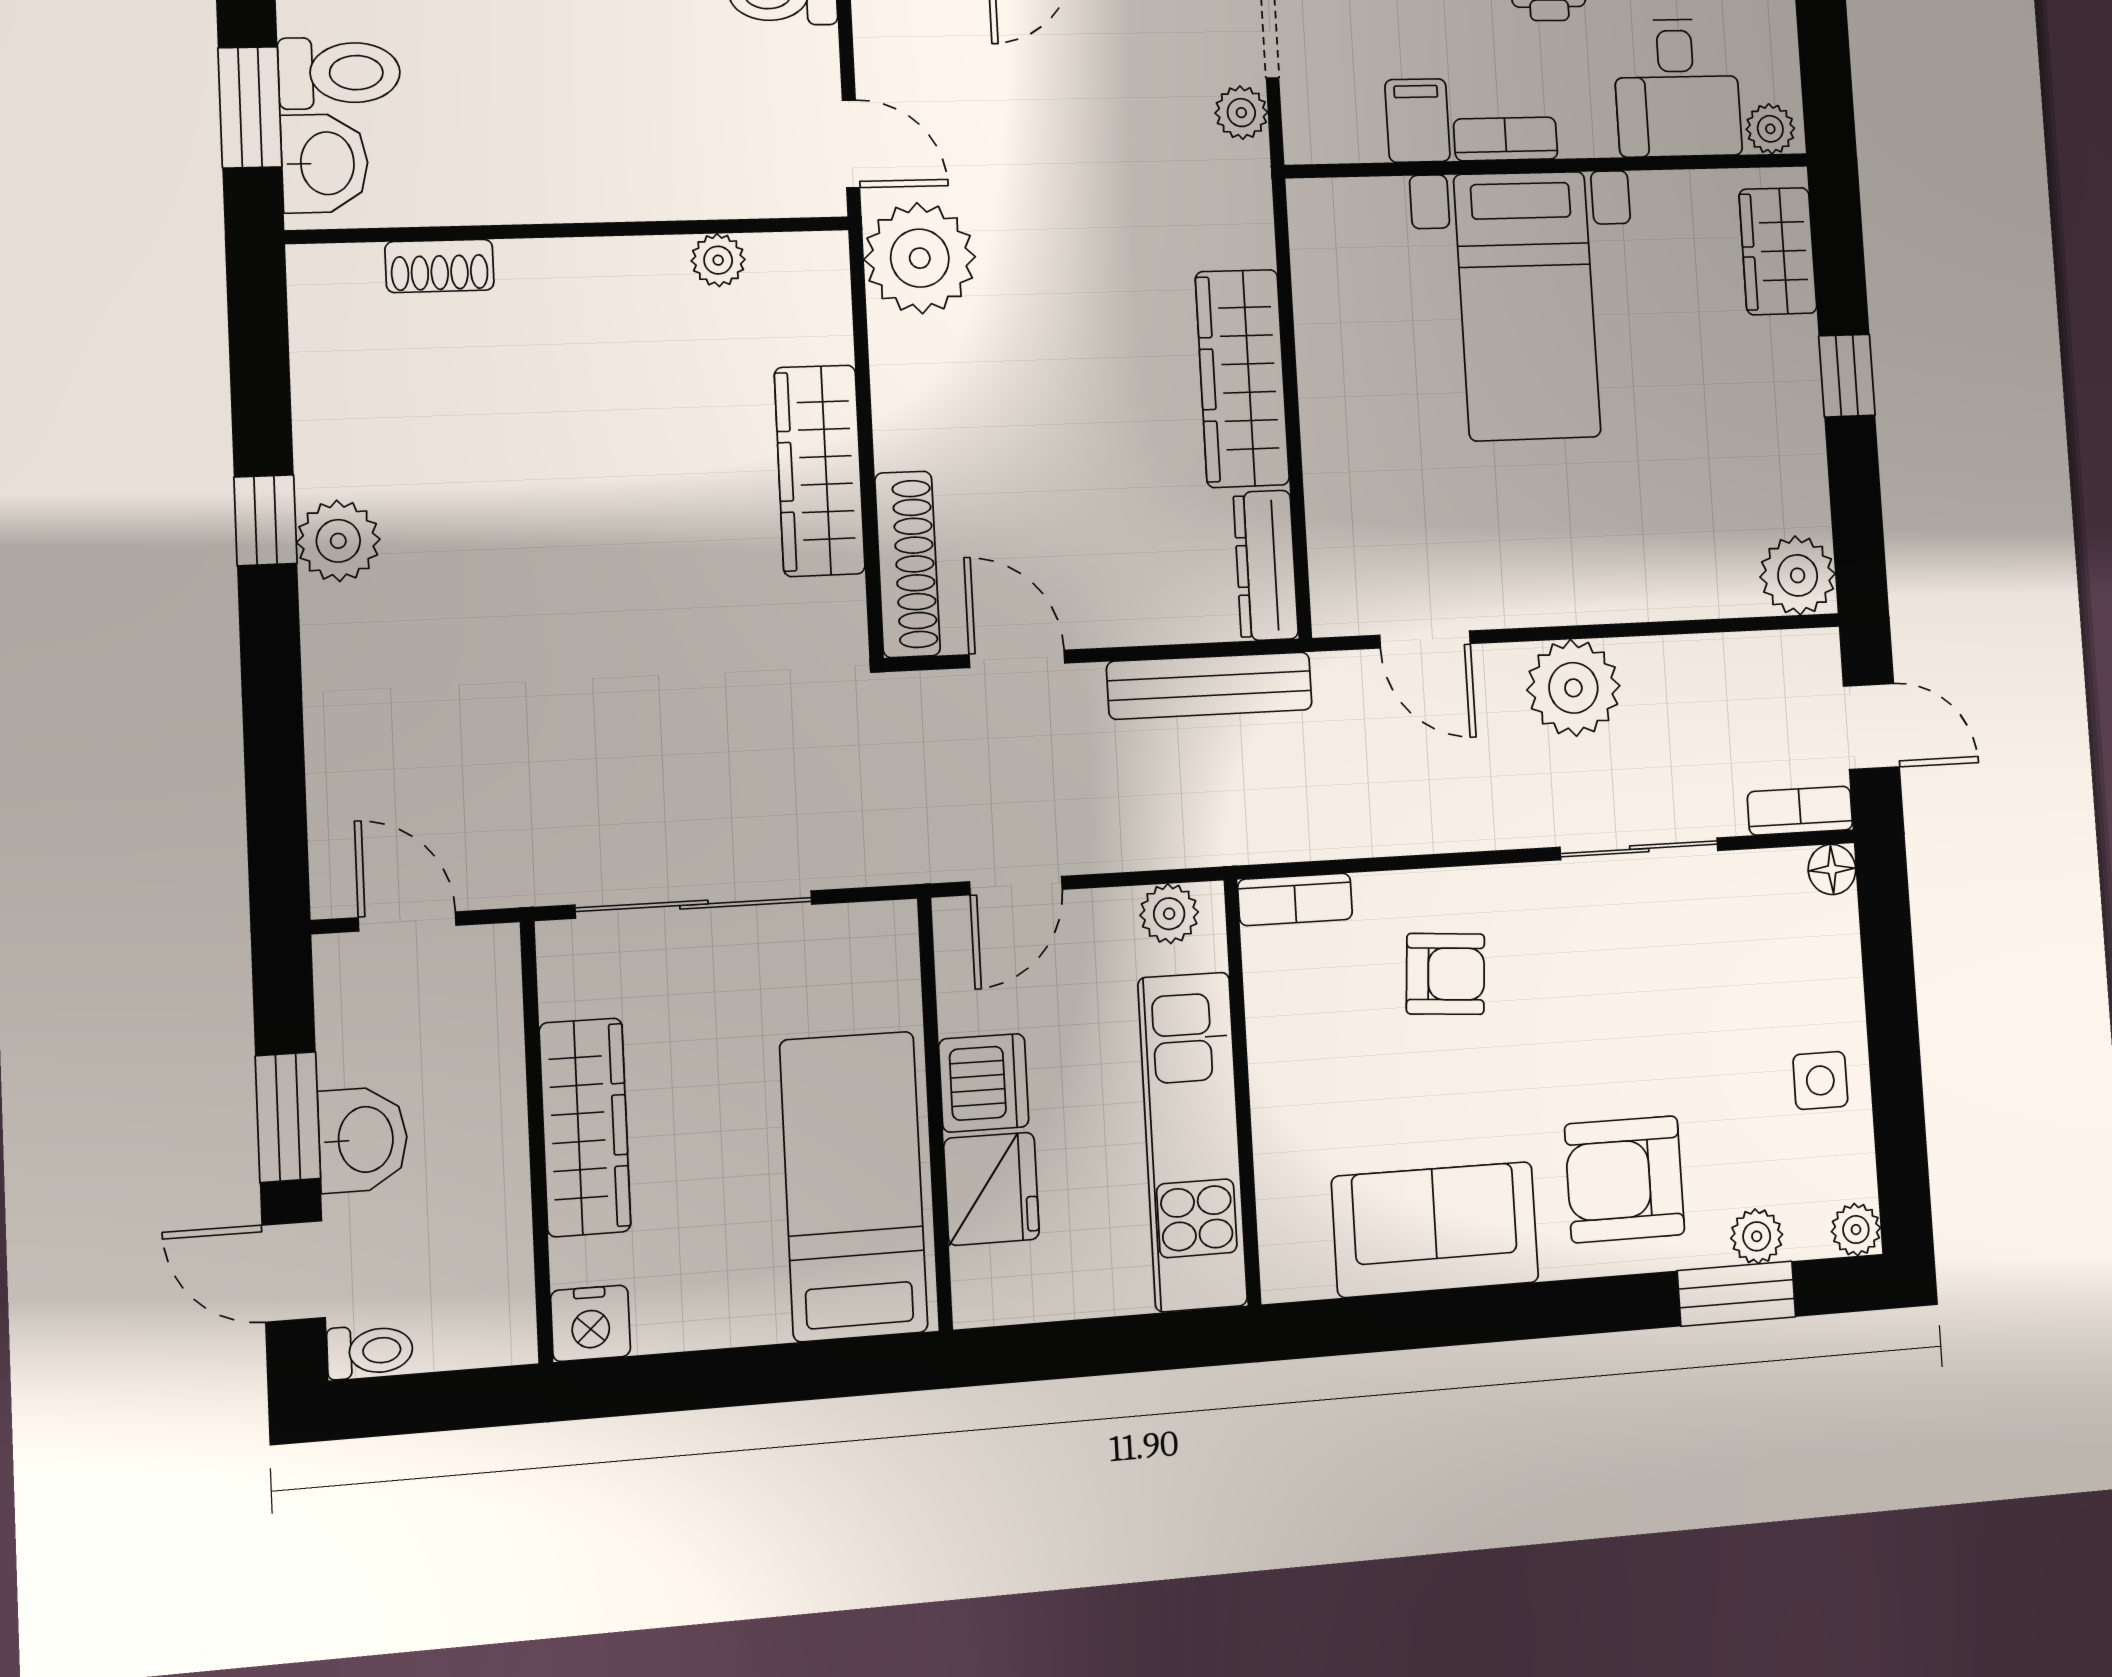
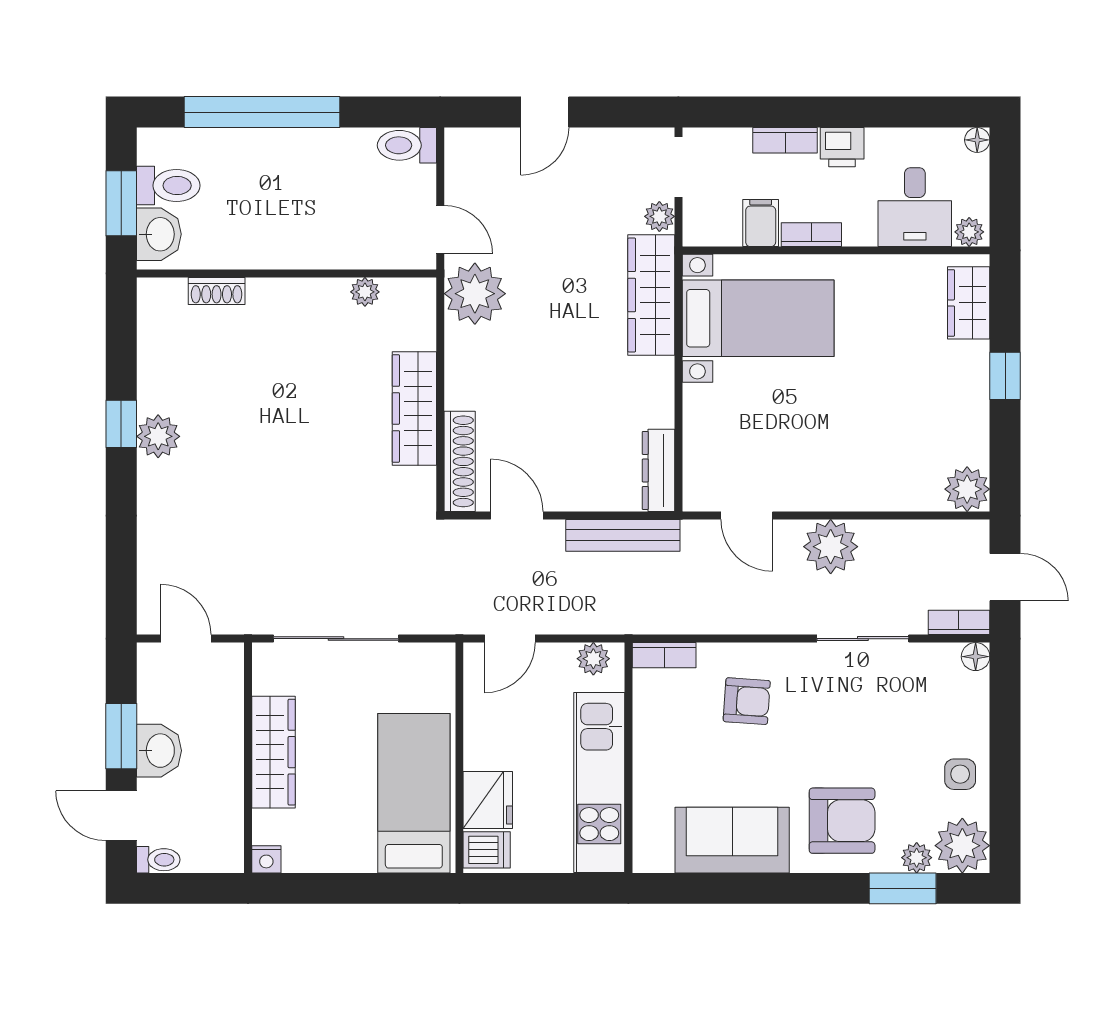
bed with nightstands: (1527, 306) -> (758, 318), moved, turned -90
wardrobe: (1242, 378) -> (651, 295), moved
dishwasher: (984, 1083) -> (487, 850), moved, width x0.73
armchair: (1625, 1179) -> (842, 821), turned 180
plant: (1856, 1230) -> (962, 846), width x1.88, depth x1.88
nightstand: (591, 1323) -> (266, 859), width x0.72, depth x0.74

